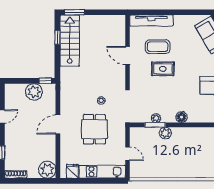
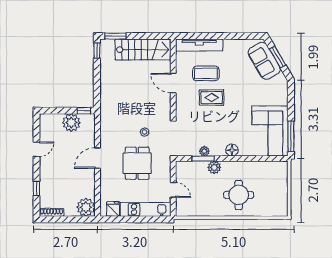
window: (57, 37) -> (97, 51), moved
stairs: (70, 41) -> (143, 49), moved, turned 90
round table: (188, 158) -> (239, 195), added

